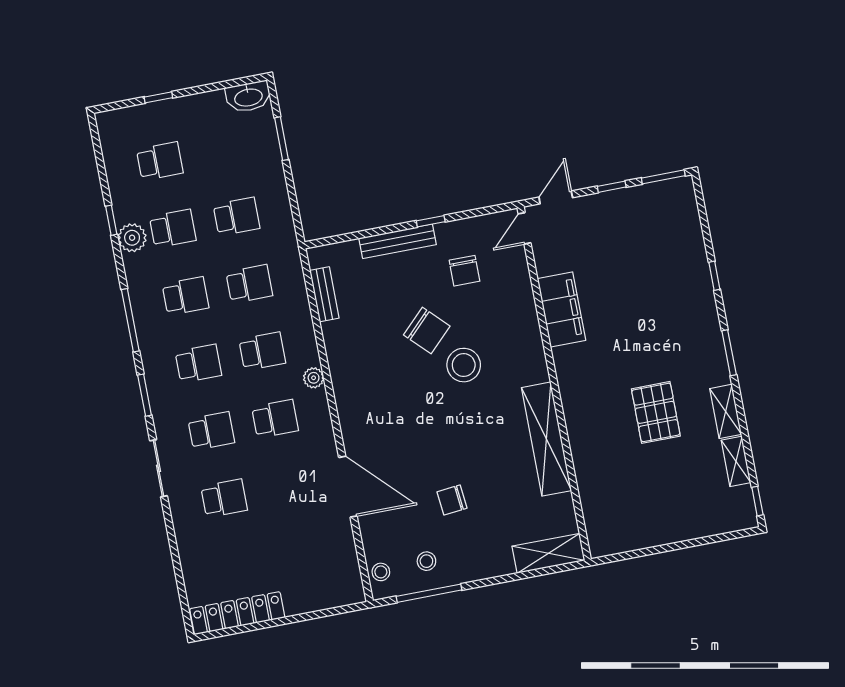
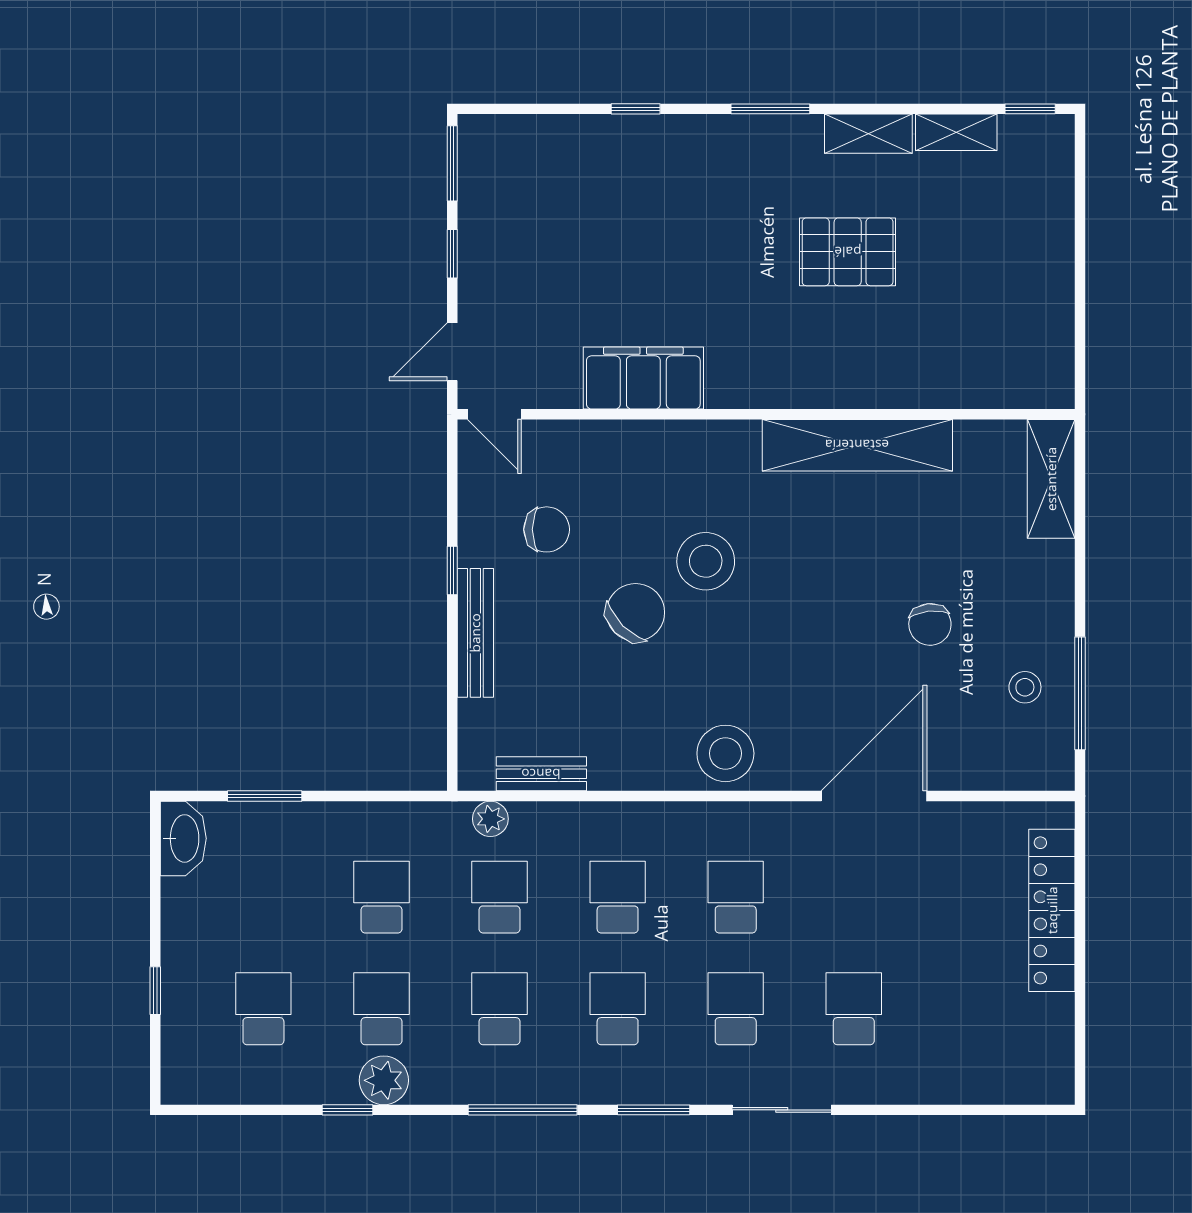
door: (556, 197) -> (452, 352), hinge flipped
plant: (314, 378) -> (490, 819), moved
stool: (381, 572) -> (725, 753), moved, width x1.89, depth x1.89
locker: (237, 613) -> (1052, 910), moved

